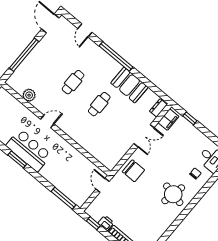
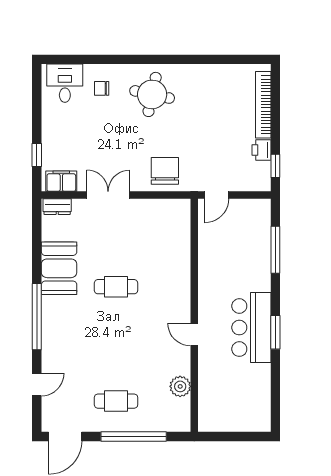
cafe table: (73, 82) -> (116, 401), moved
window: (63, 198) -> (275, 250), moved

